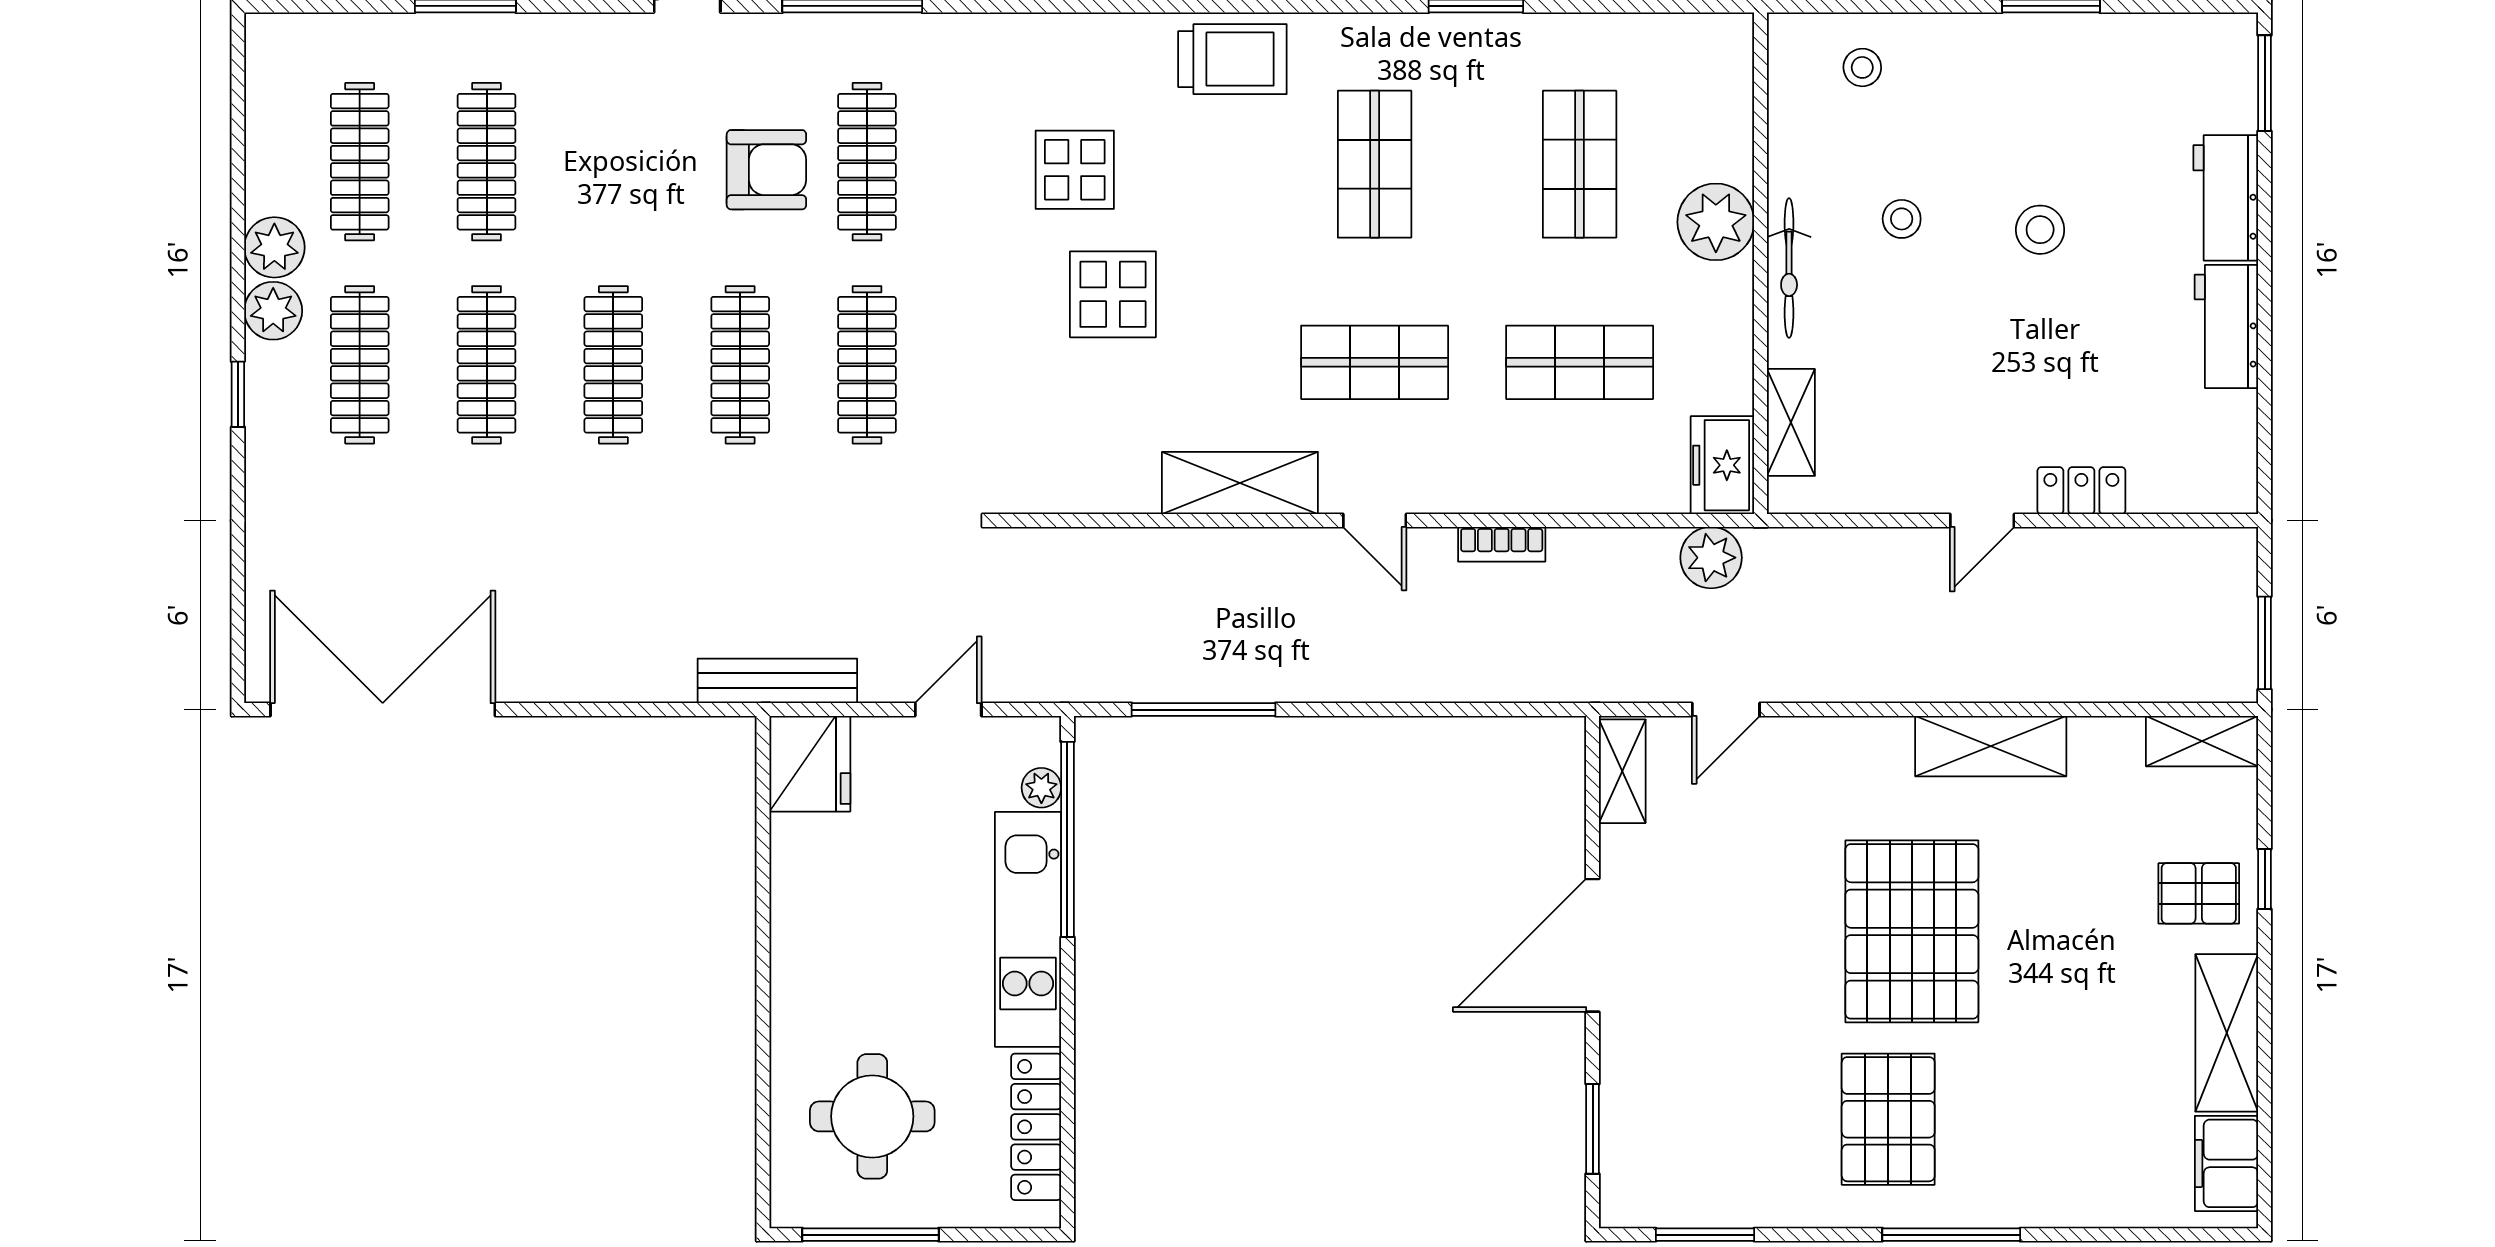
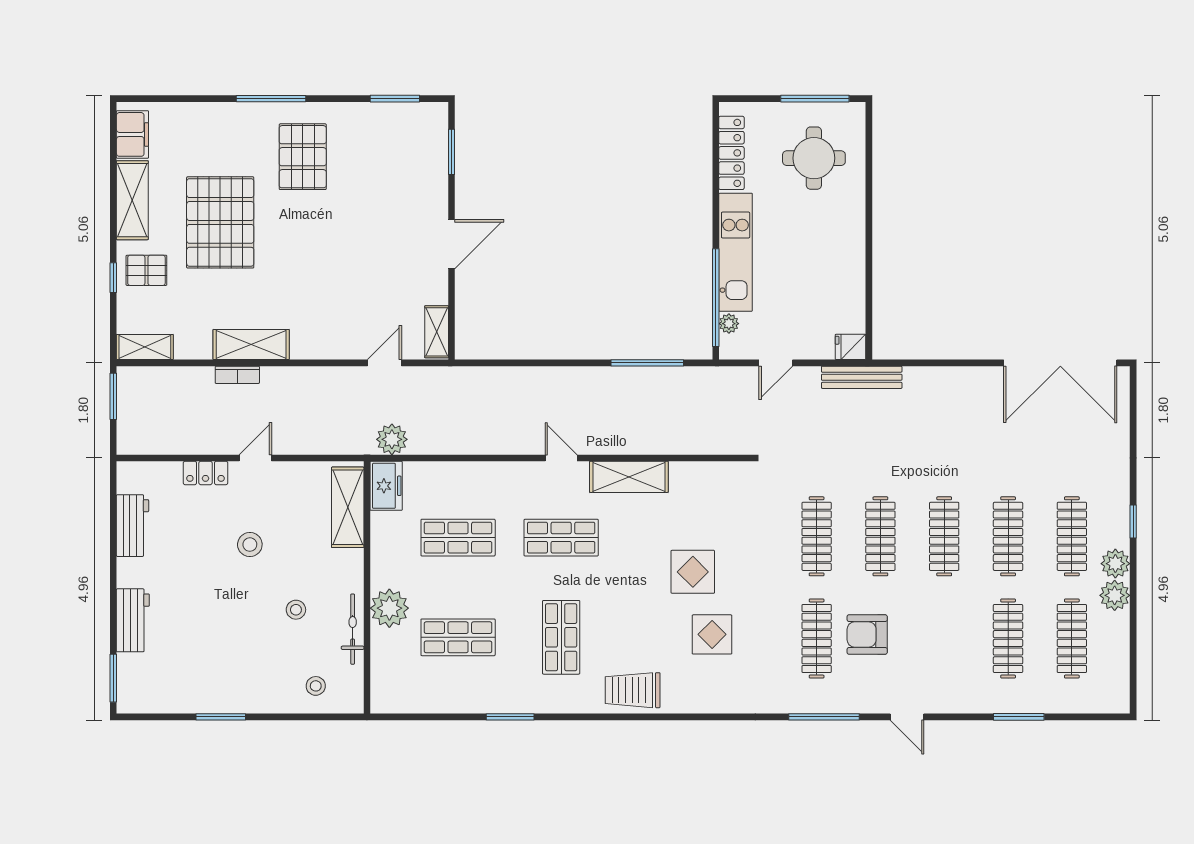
shop shelf: (1580, 164) -> (458, 637), turned 90
stool: (2040, 230) -> (250, 545), moved
bicycle: (1789, 268) -> (353, 629), moved
workbench: (2226, 326) -> (133, 526), moved
shelving: (1791, 422) -> (348, 507), width x1.50, depth x1.33
bookcase: (1502, 544) -> (237, 375), moved, turned 180
fridge: (810, 764) -> (851, 347), width x0.53, depth x0.75
pallet: (1912, 931) -> (220, 222), moved
door: (1593, 945) -> (451, 244), width x0.73

